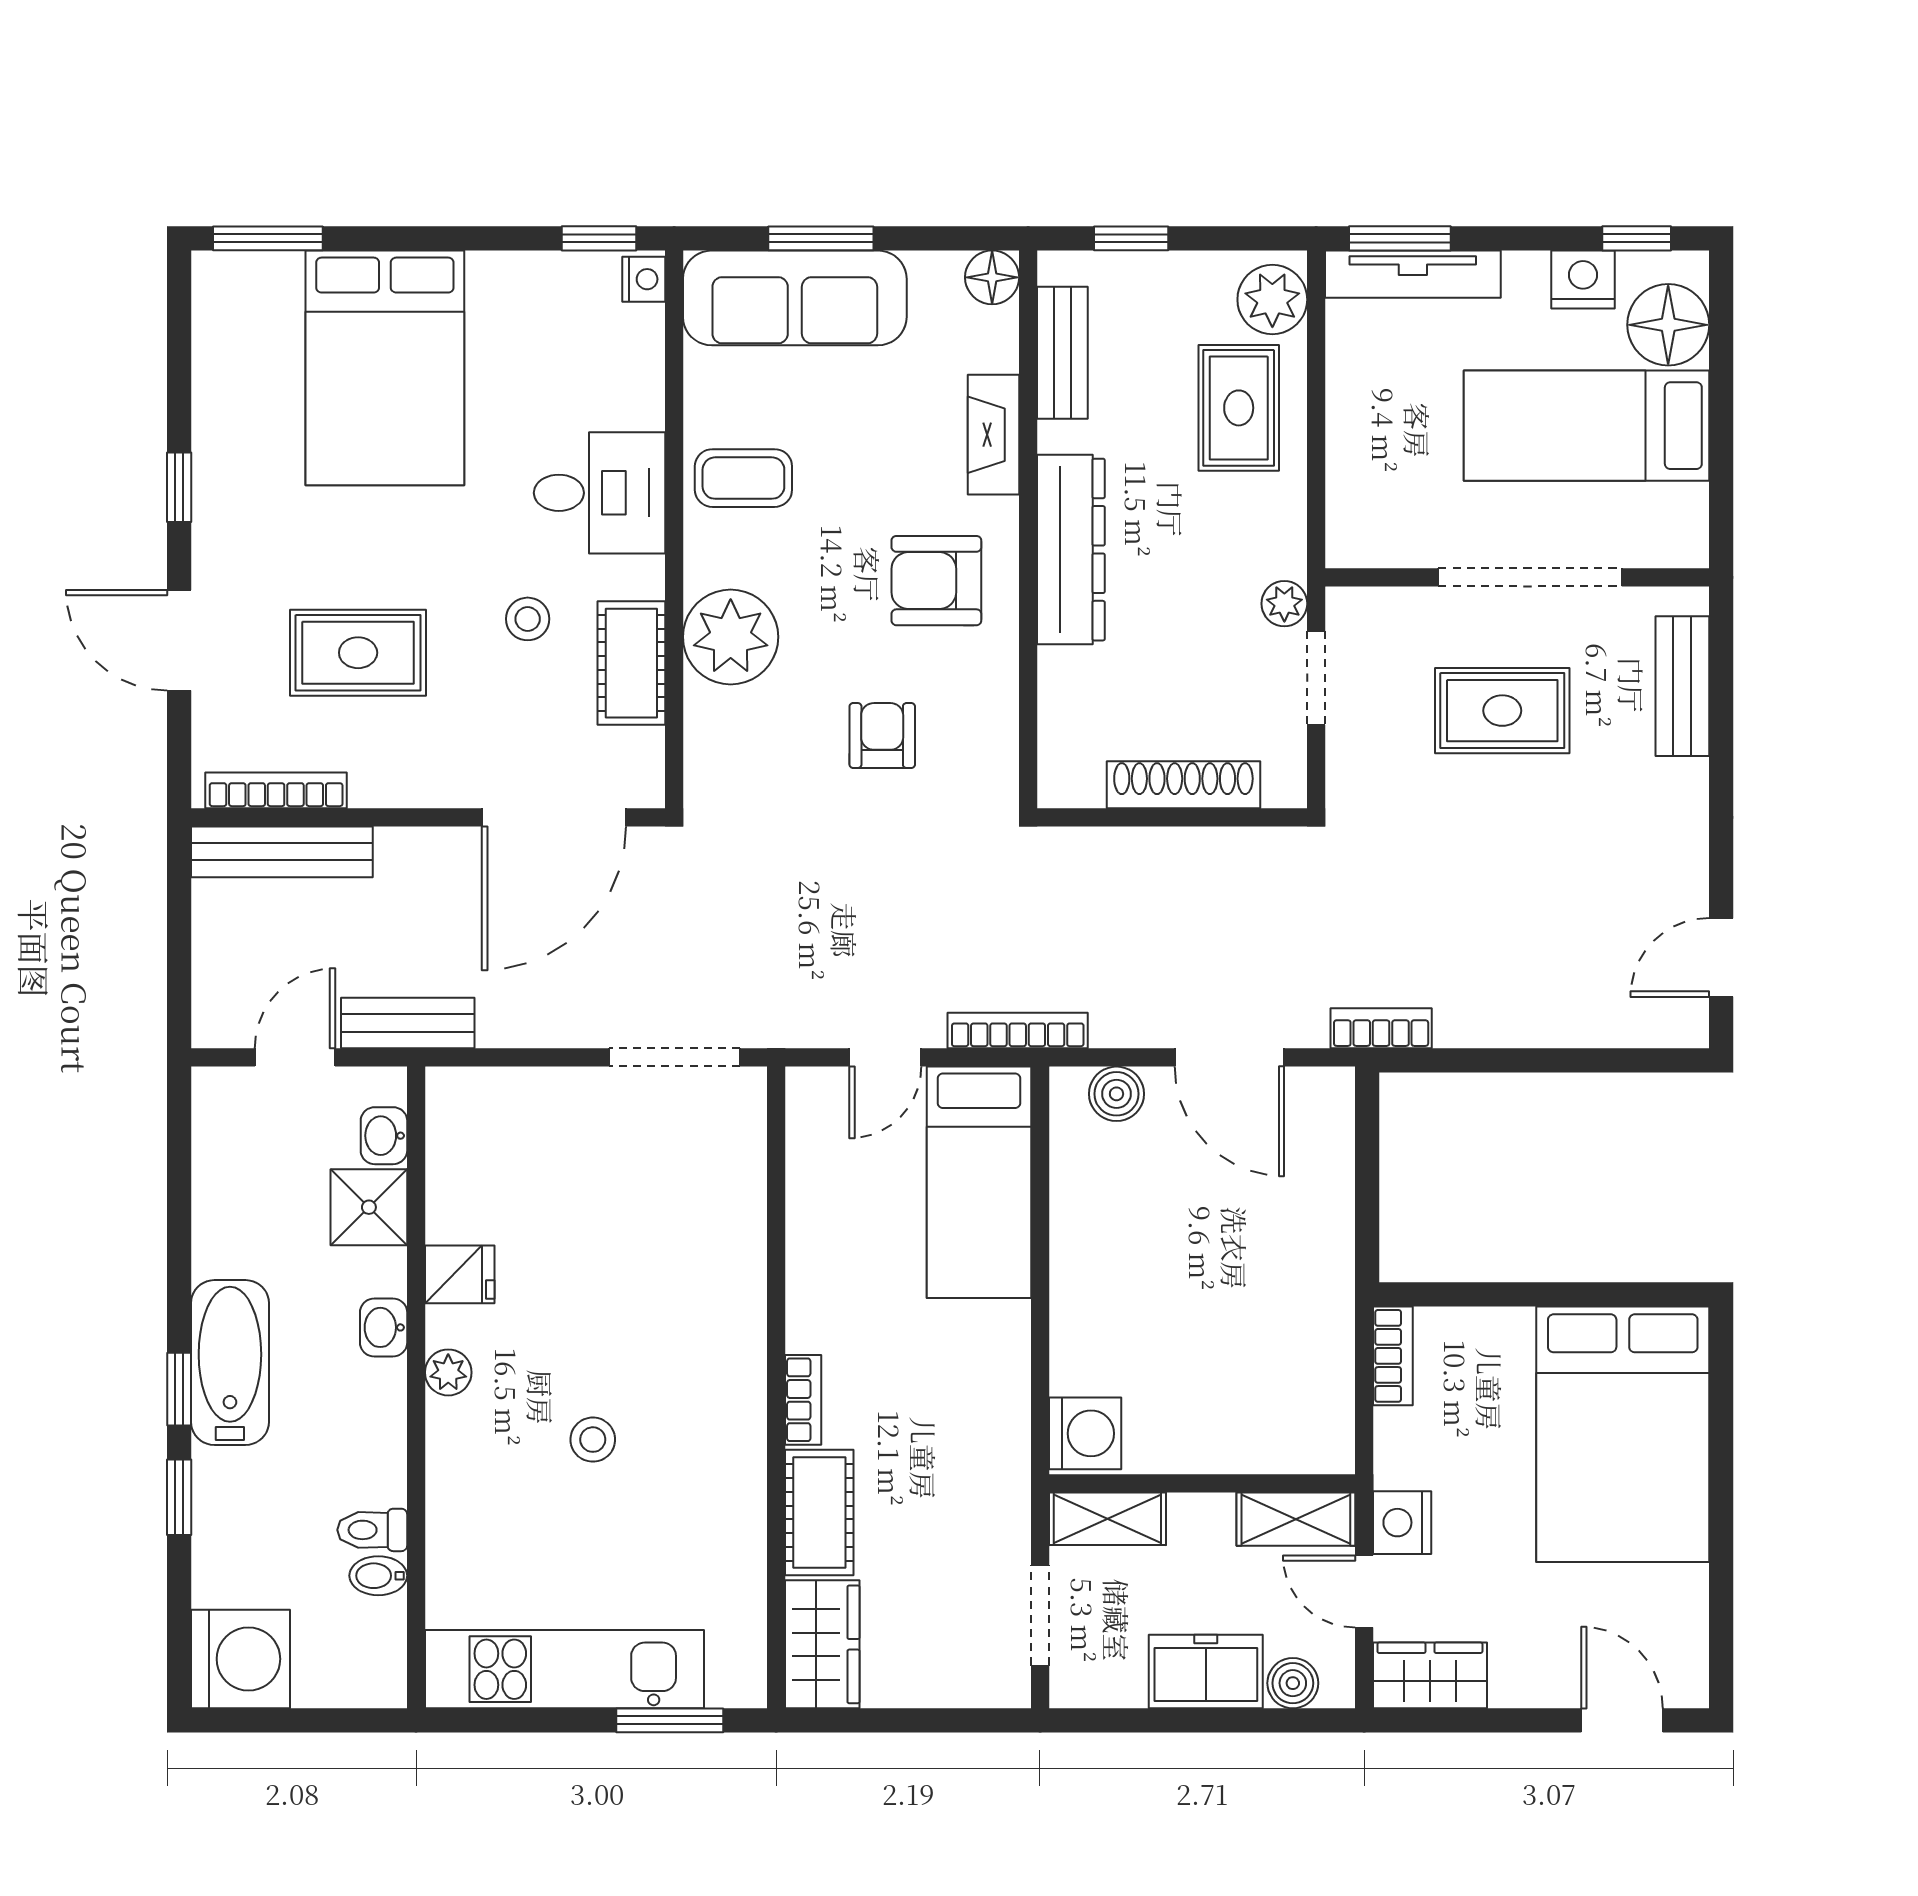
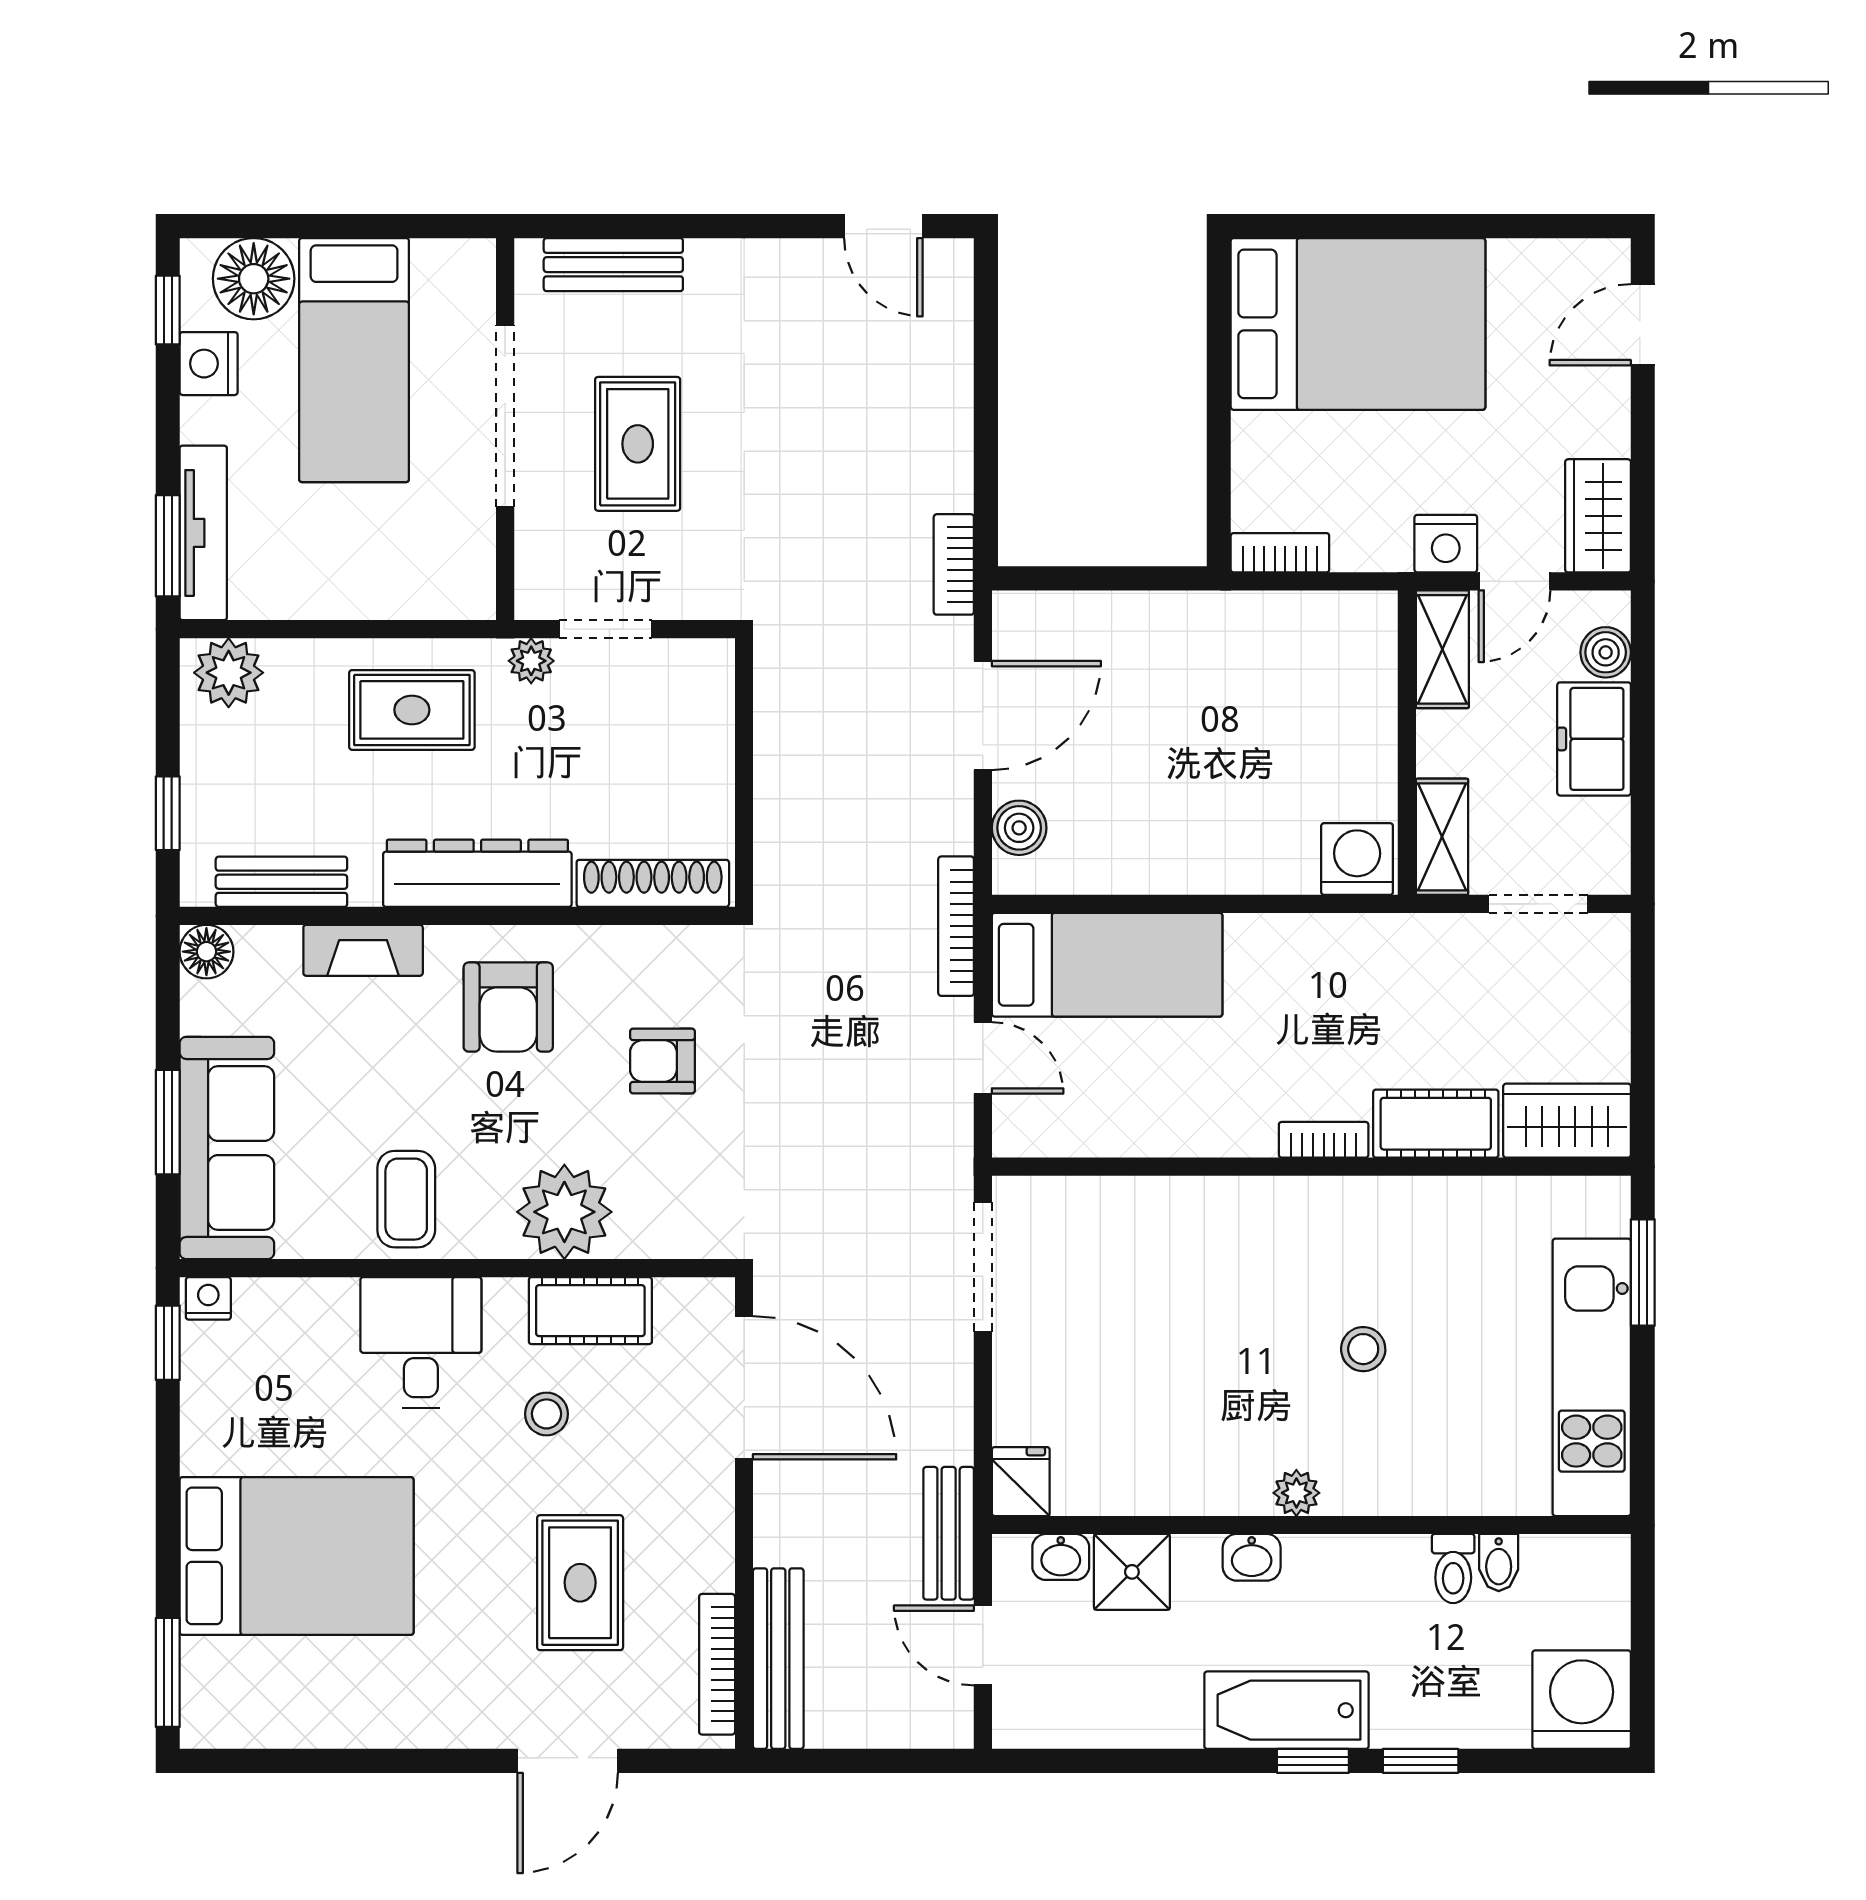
rug: (1239, 408) -> (412, 710), moved
window: (179, 487) -> (415, 1761), removed
shoe rack: (1183, 785) -> (653, 883), moved, turned 90
fridge: (460, 1274) -> (1021, 1482), moved

